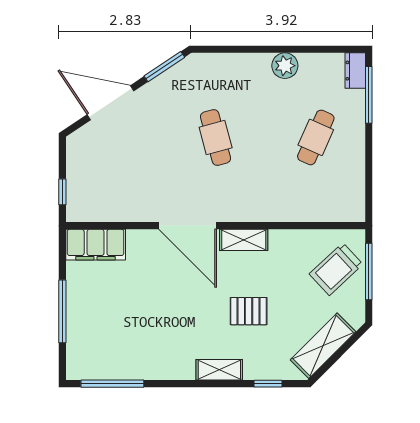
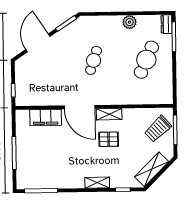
door: (111, 103) -> (38, 43), hinge flipped
cafe table: (216, 137) -> (94, 60), turned 33
cafe table: (316, 137) -> (146, 60), width x1.37, depth x1.35
filing cabinet: (96, 245) -> (46, 117), moved
pallet: (249, 311) -> (109, 139), moved

